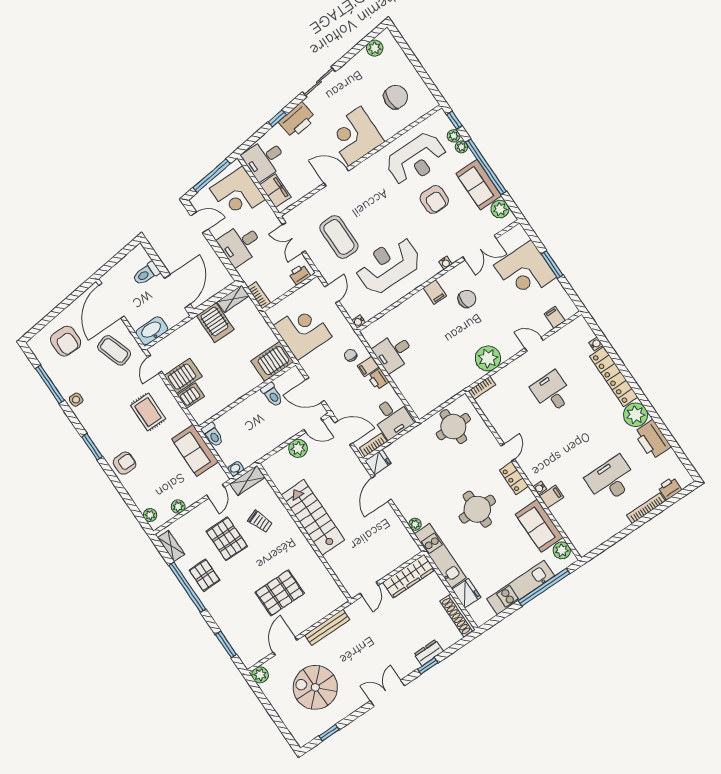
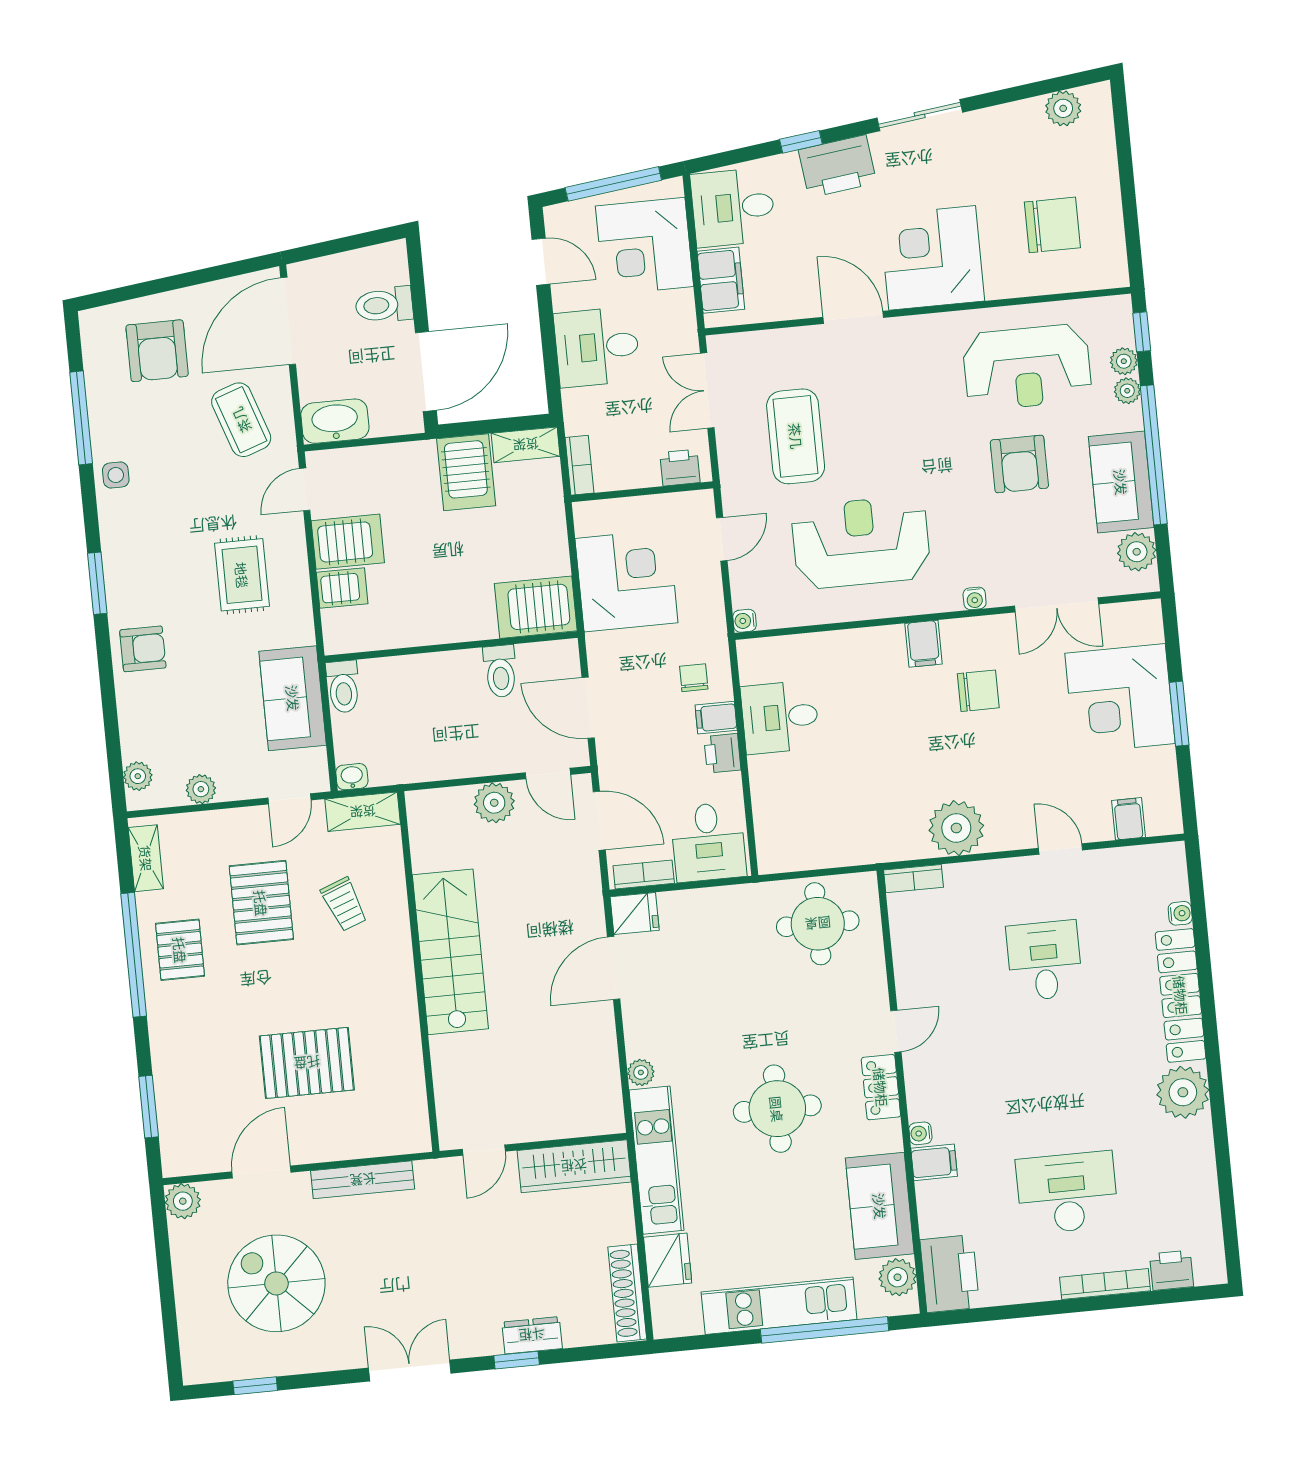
printer: (652, 440) -> (950, 1274), moved, turned 180

